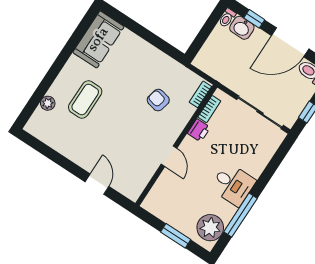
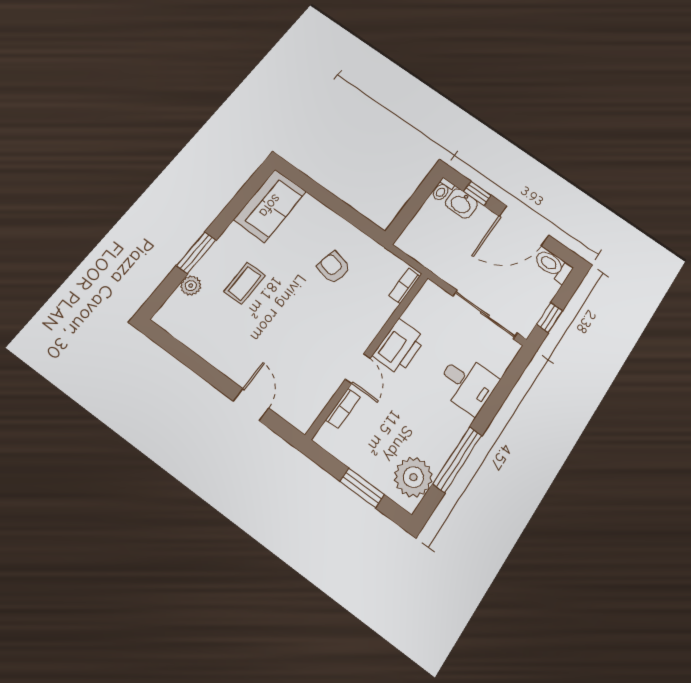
window: (49, 79) -> (196, 253), added
coffee table: (85, 99) -> (245, 283), width x0.73, depth x0.77
armchair: (158, 100) -> (333, 267), moved
bookcase: (209, 109) -> (343, 408), moved
printer: (199, 130) -> (399, 347), width x1.87, depth x1.48
desk: (233, 184) -> (467, 384), moved

